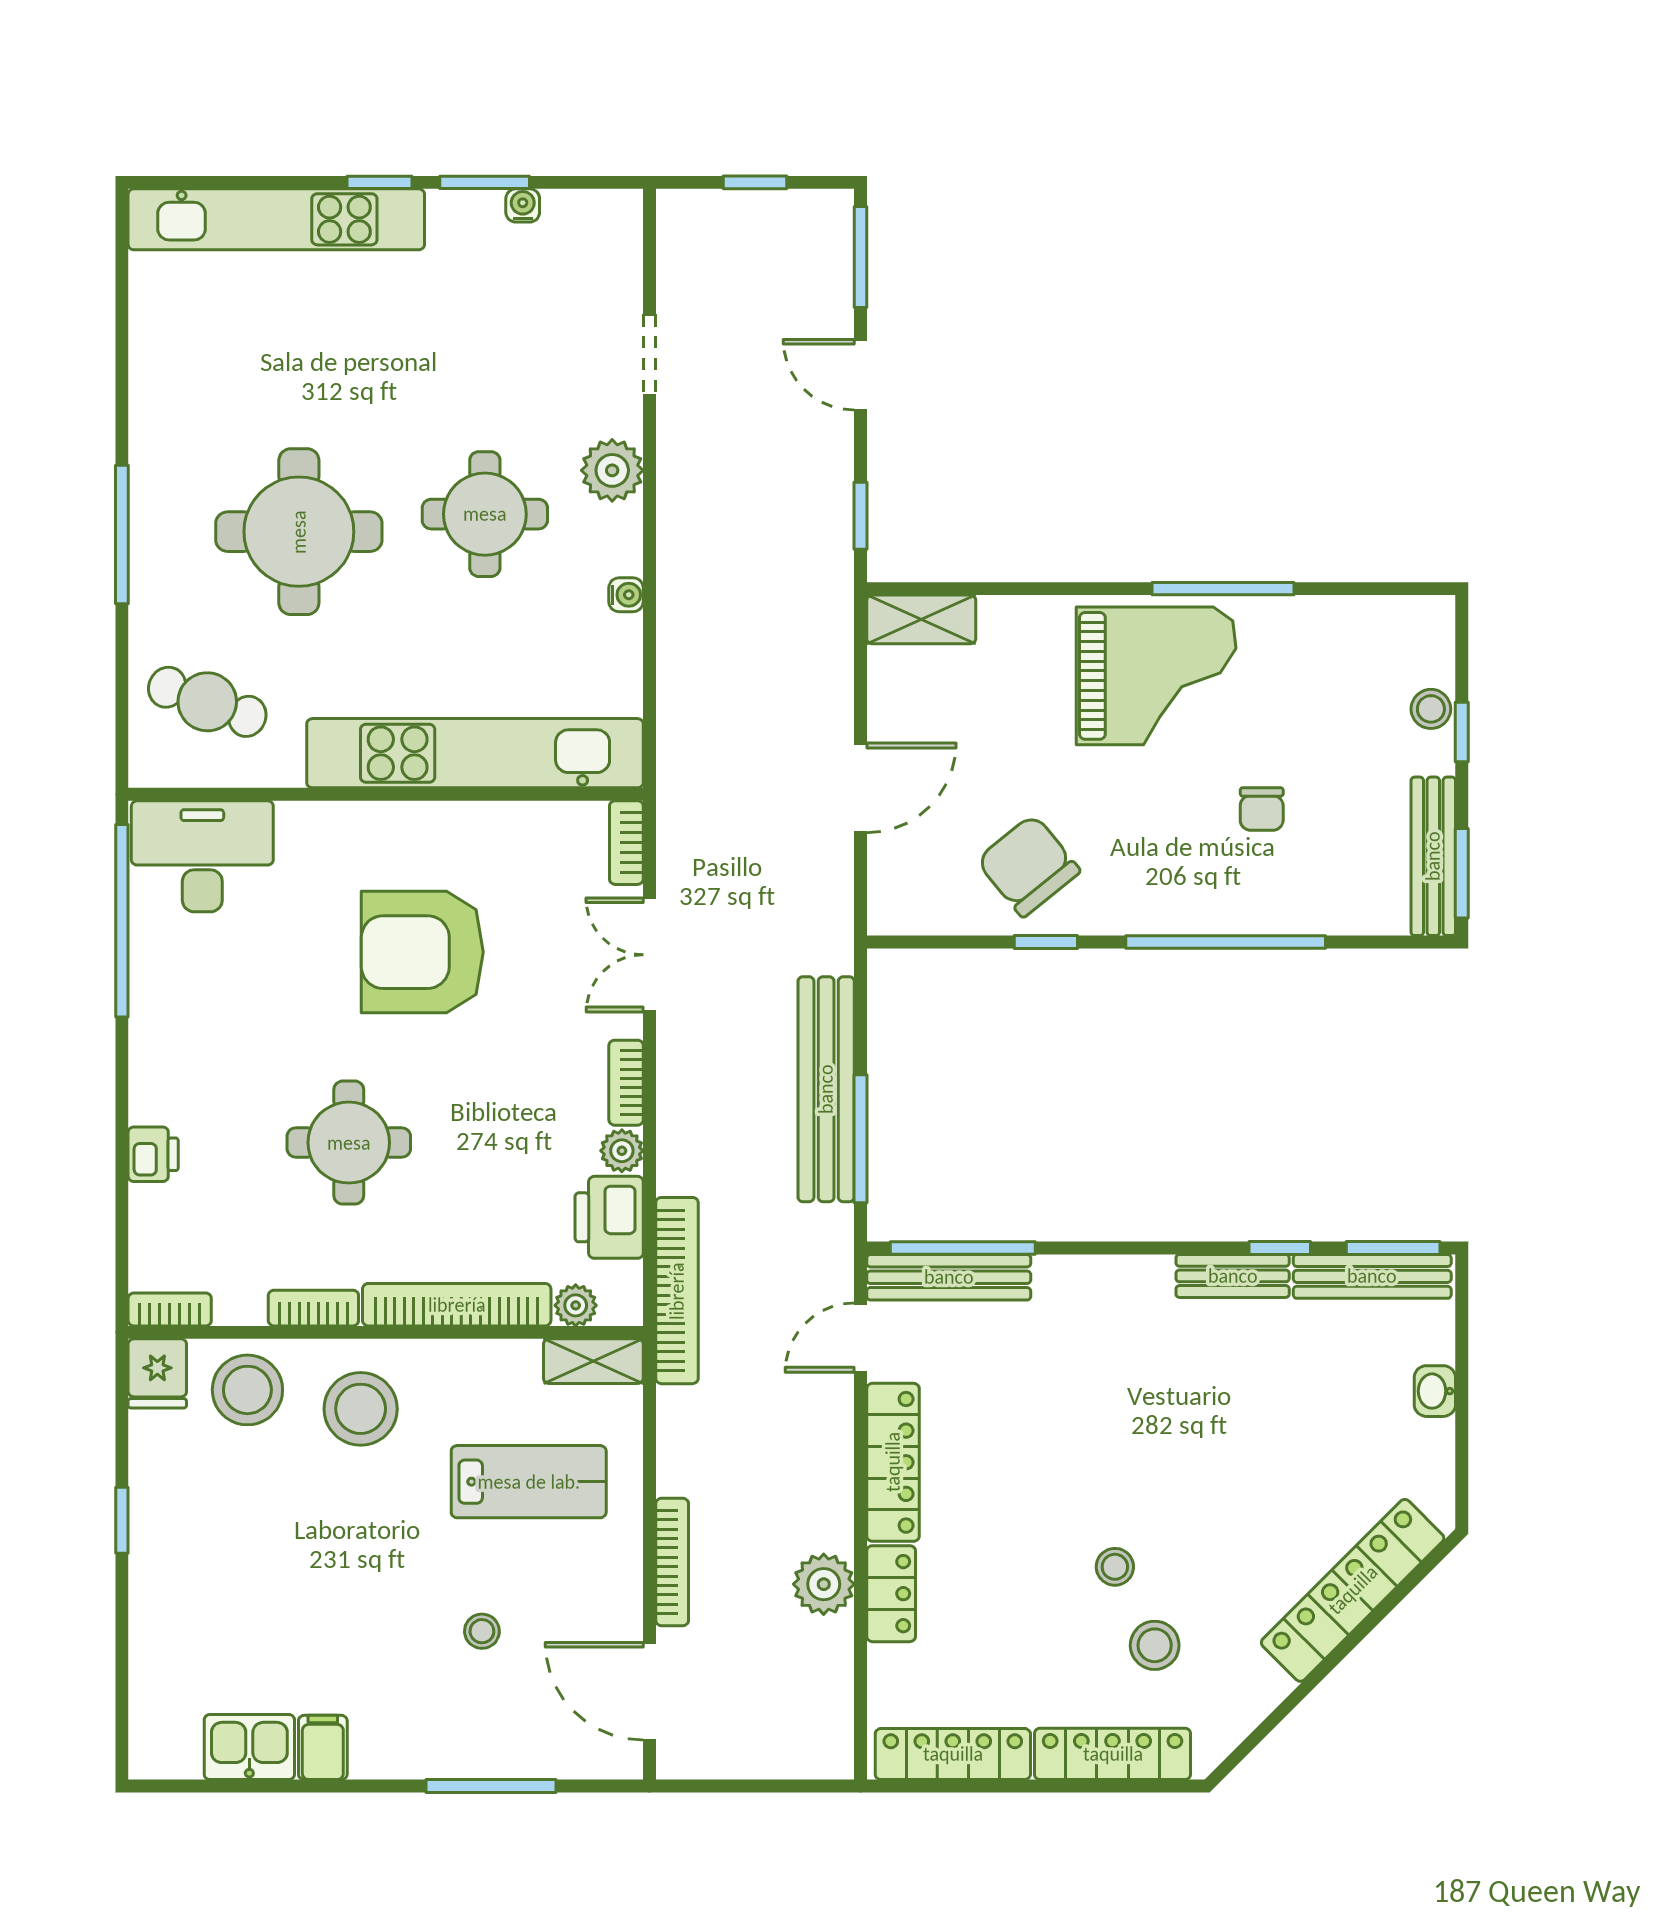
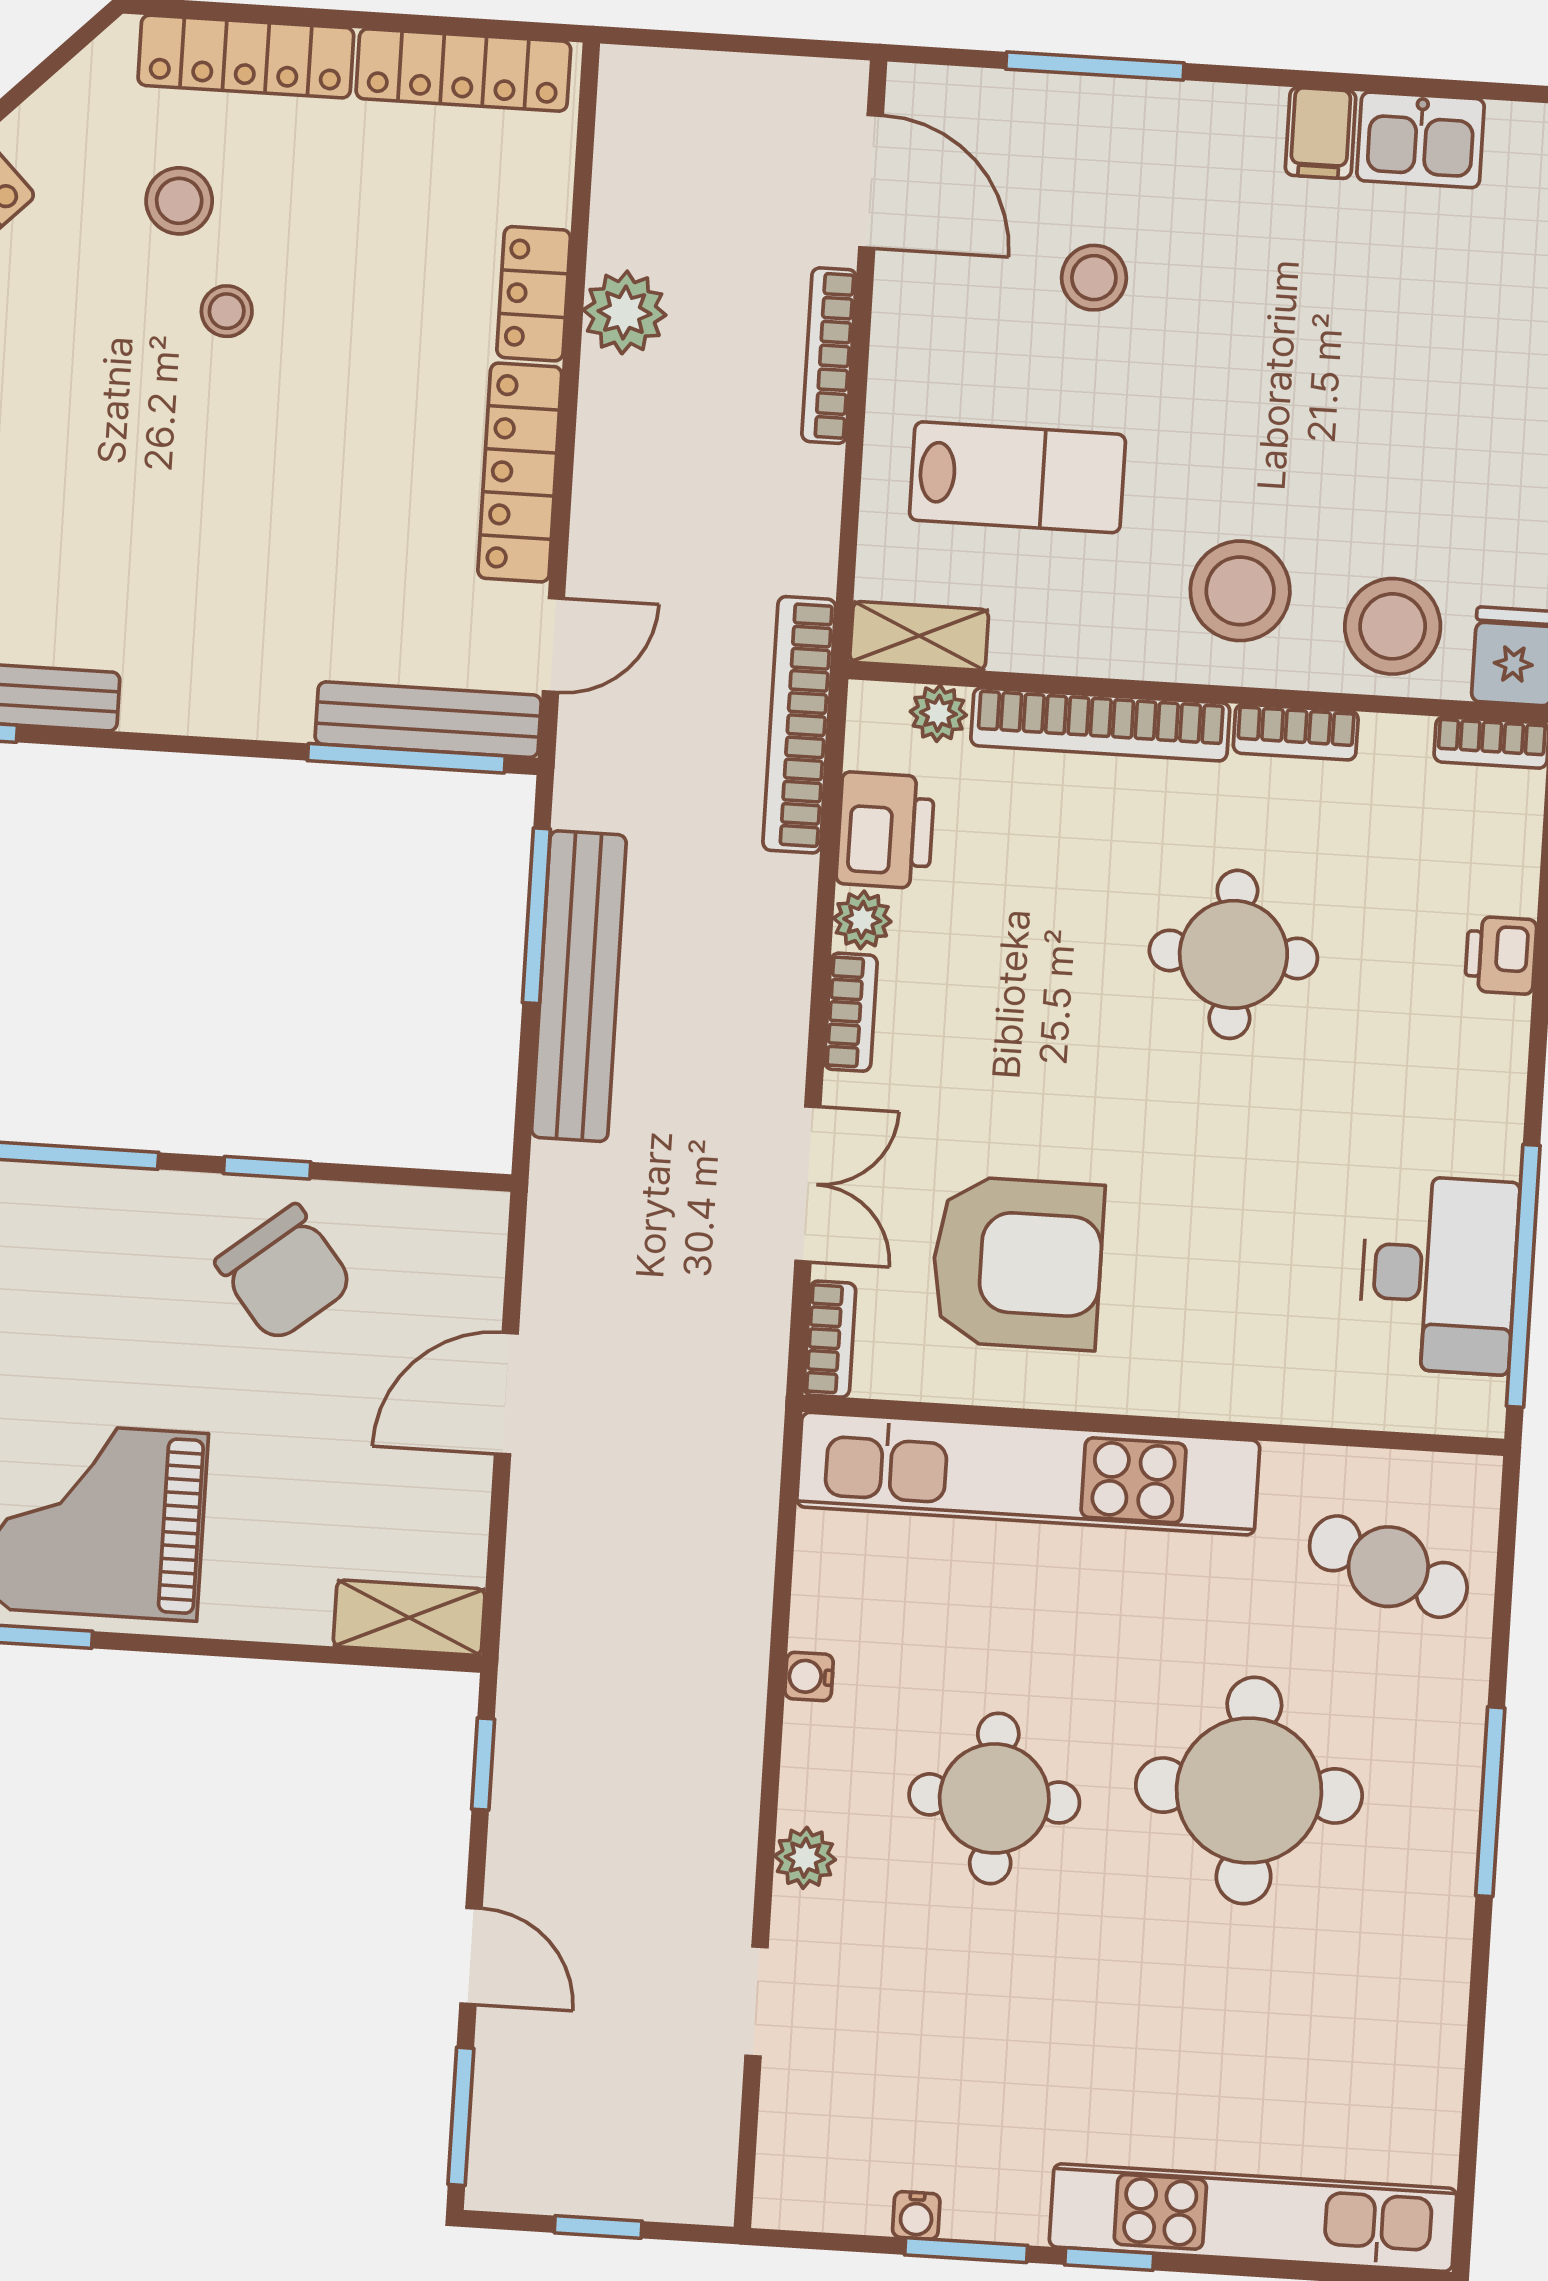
plant: (612, 470) -> (805, 1858), width x0.73, depth x0.73
desk: (202, 856) -> (1439, 1274), moved, turned -90
armchair: (422, 952) -> (1017, 1263), moved
lab bench: (529, 1482) -> (1017, 477), turned 180
stool: (482, 1631) -> (1094, 278), width x1.37, depth x1.37

